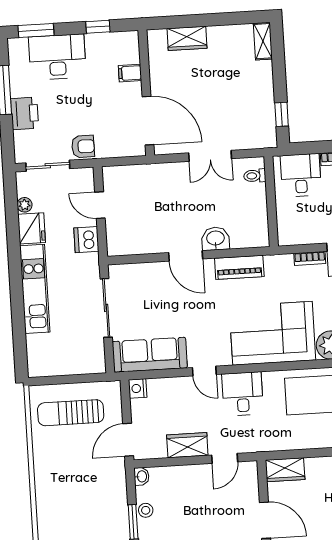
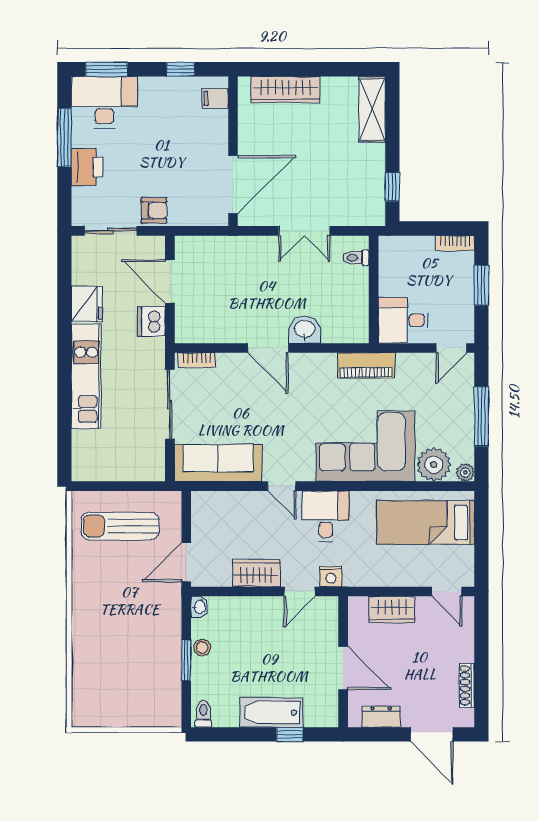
wardrobe: (187, 38) -> (285, 90), width x1.50
shelving: (263, 41) -> (372, 109), width x1.50, depth x1.33
desk: (57, 57) -> (104, 102), moved
filing cabinet: (130, 73) -> (215, 98), moved
door: (148, 121) -> (233, 185), hinge flipped
desk: (301, 175) -> (403, 320), moved, turned -90
plant: (25, 205) -> (80, 276), removed
door: (100, 205) -> (170, 281), width x1.38
bookcase: (310, 258) -> (197, 360), moved
piano: (239, 267) -> (366, 365), moved
nightstand: (138, 388) -> (331, 577), moved, turned -90
wardrobe: (285, 470) -> (392, 609), moved

